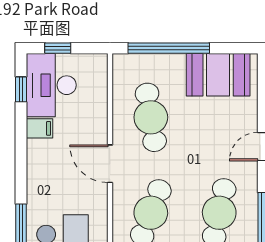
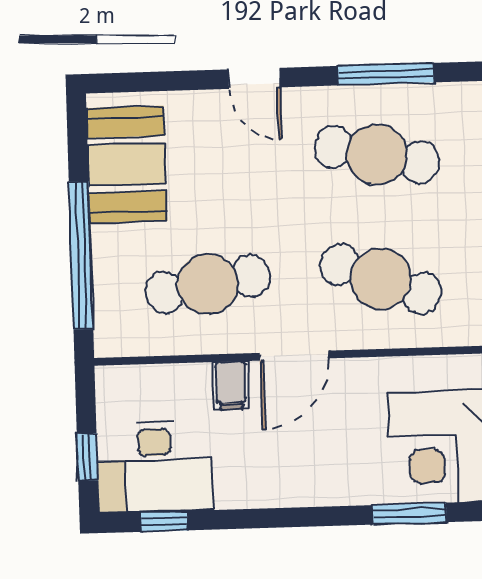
filing cabinet: (39, 128) -> (231, 385), moved, turned 180

